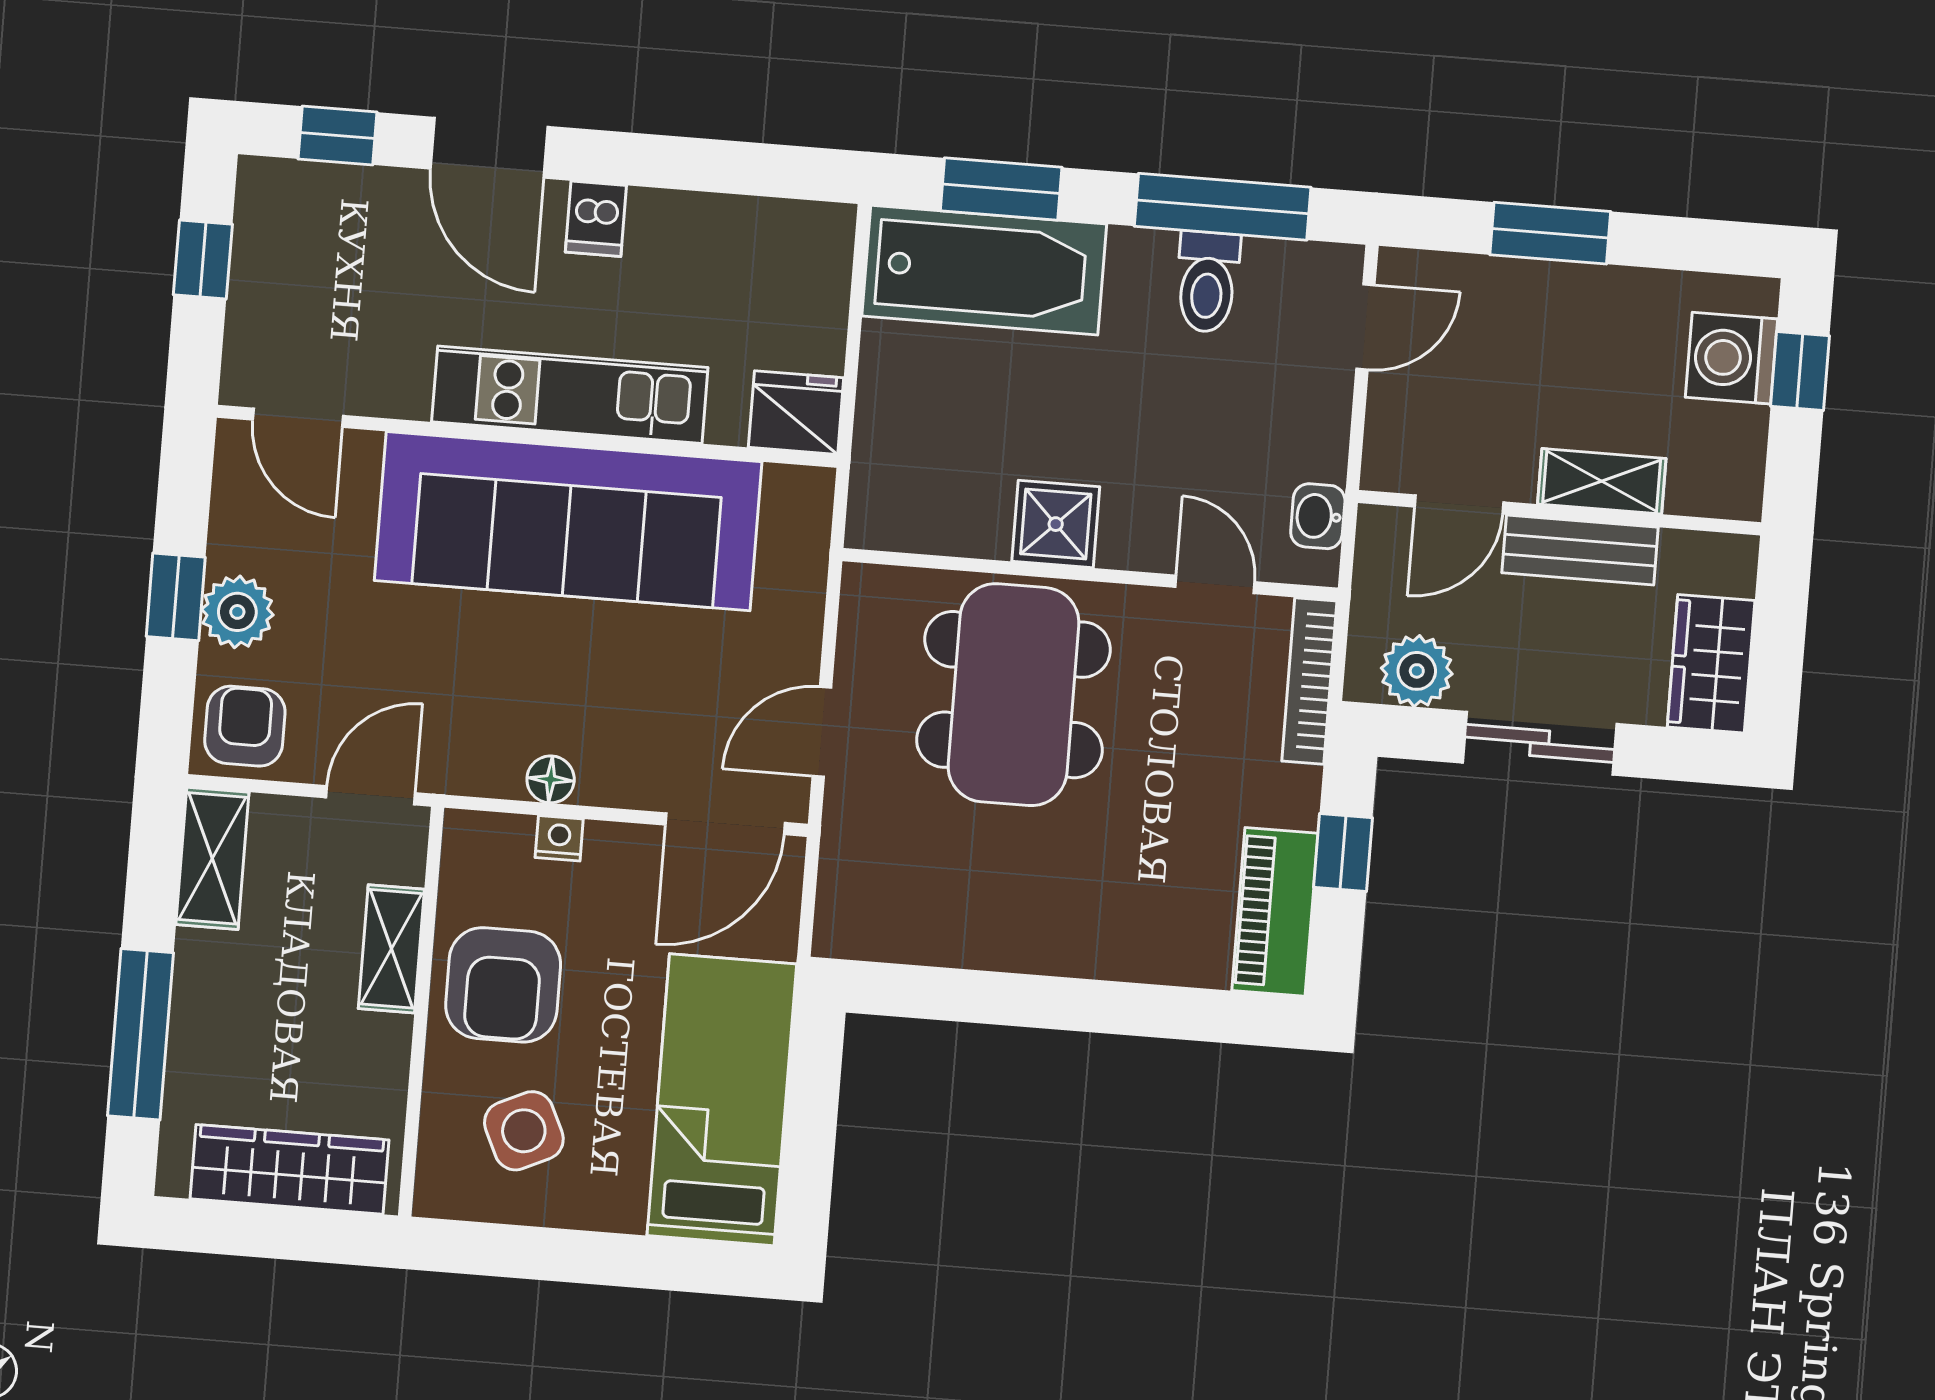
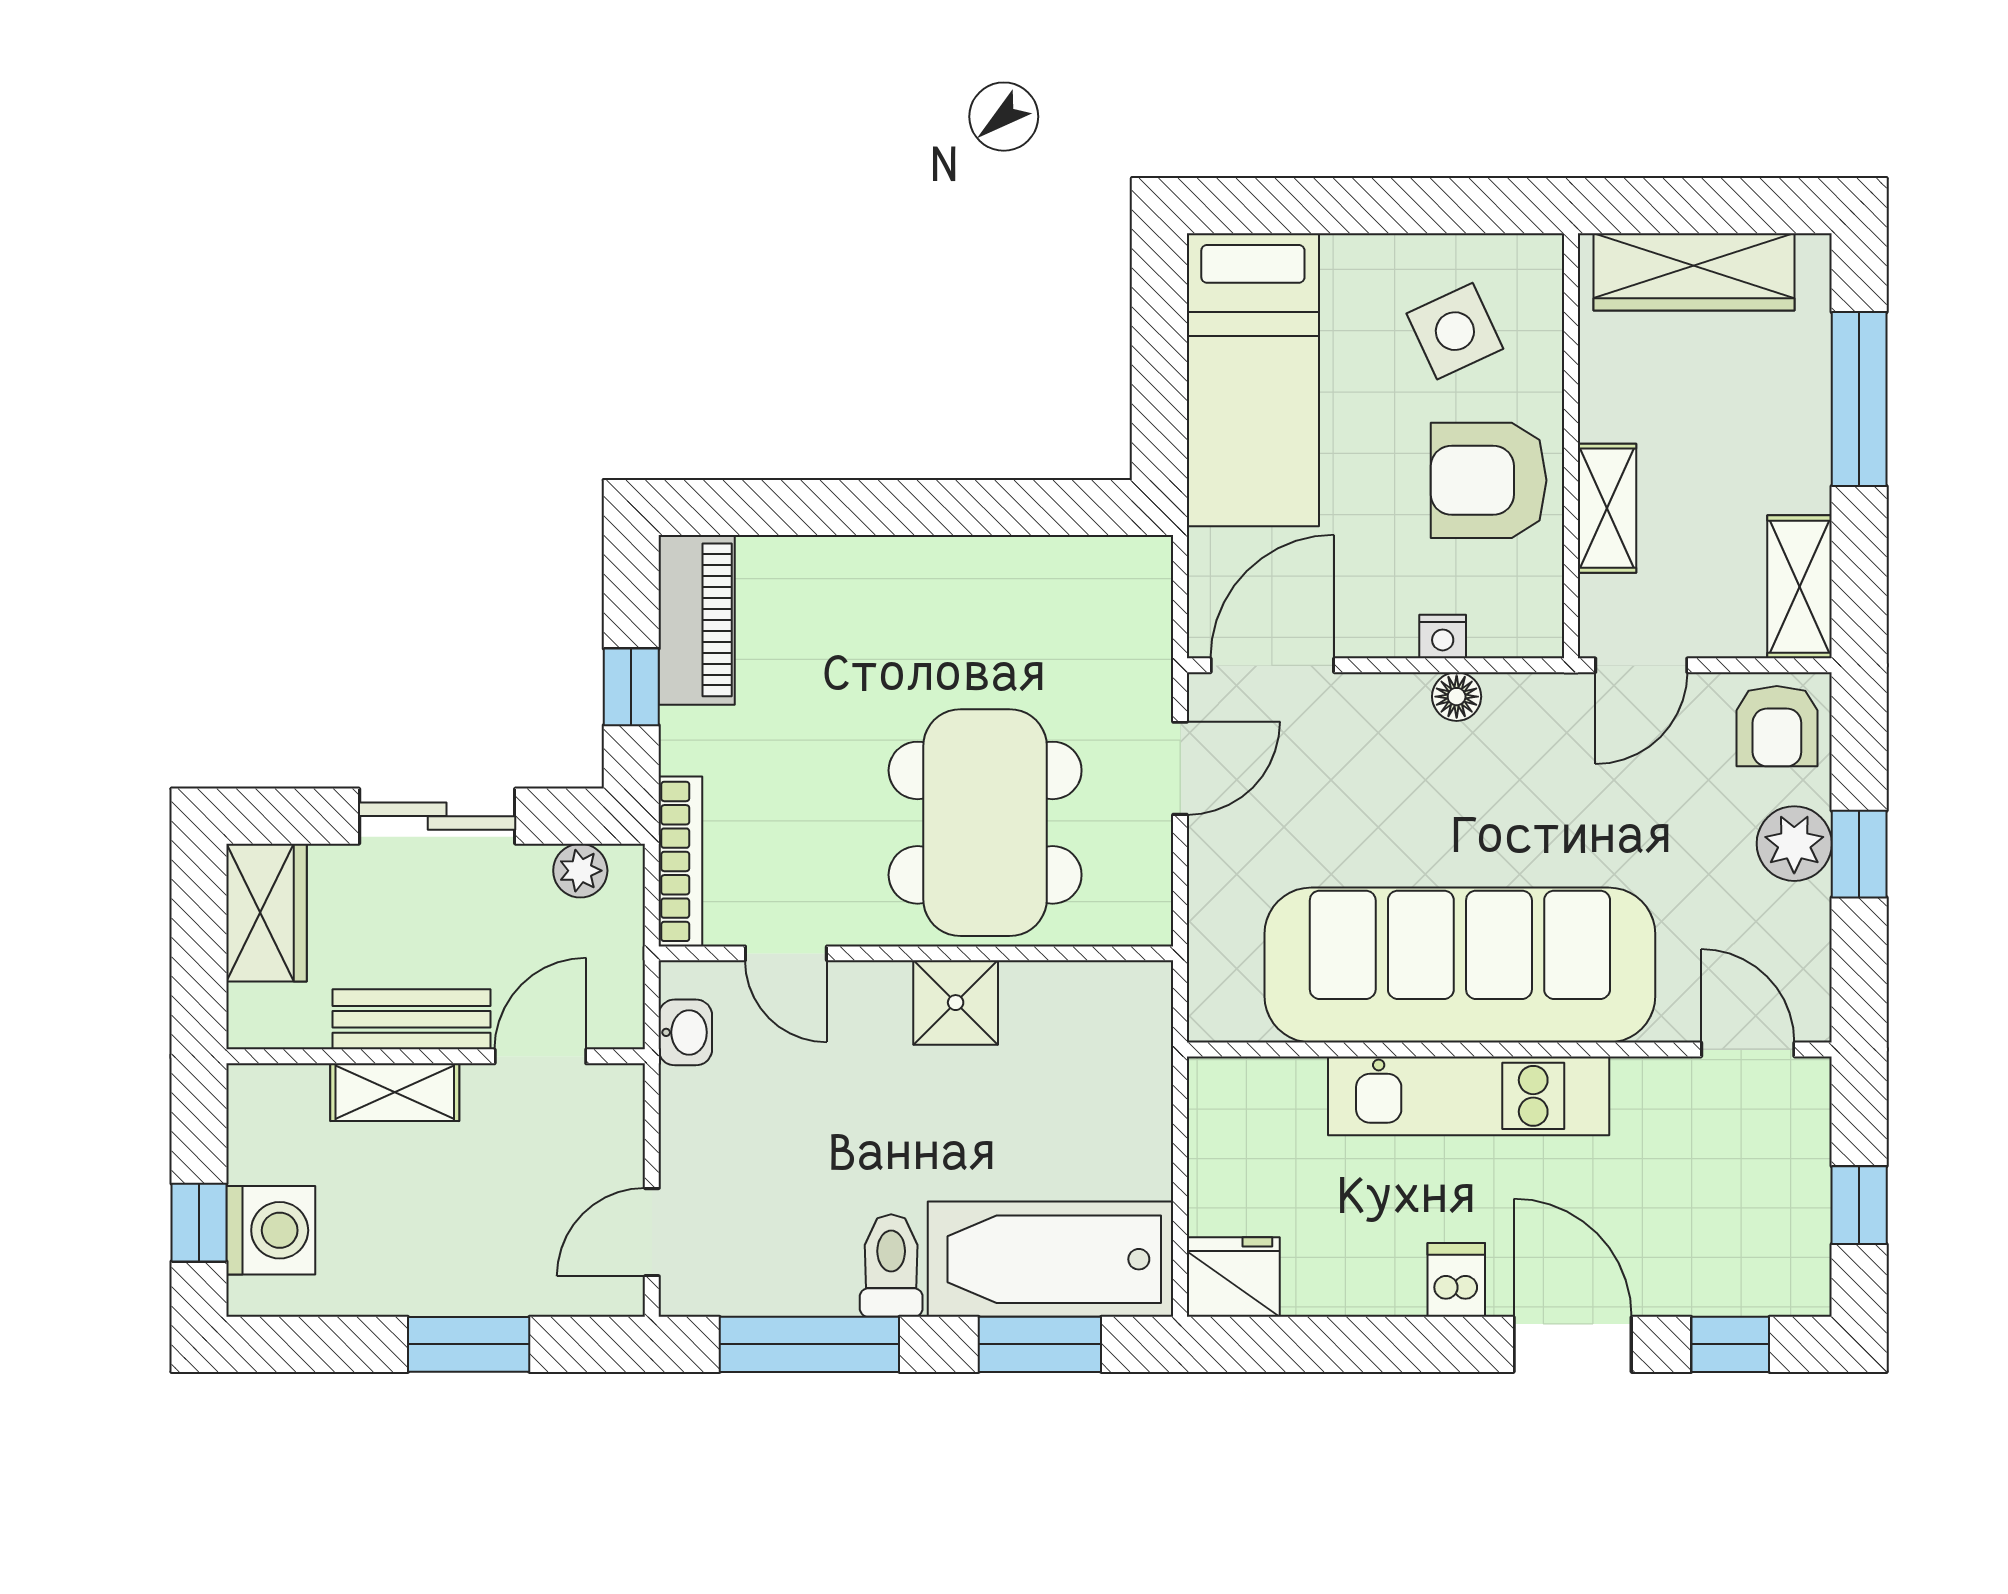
toilet: (1207, 282) -> (891, 1265), moved
fridge: (796, 413) -> (1233, 1277), moved, turned 180
plant: (1417, 671) -> (580, 871), width x0.73, depth x0.73
armchair: (503, 985) -> (1489, 480), turned -90

